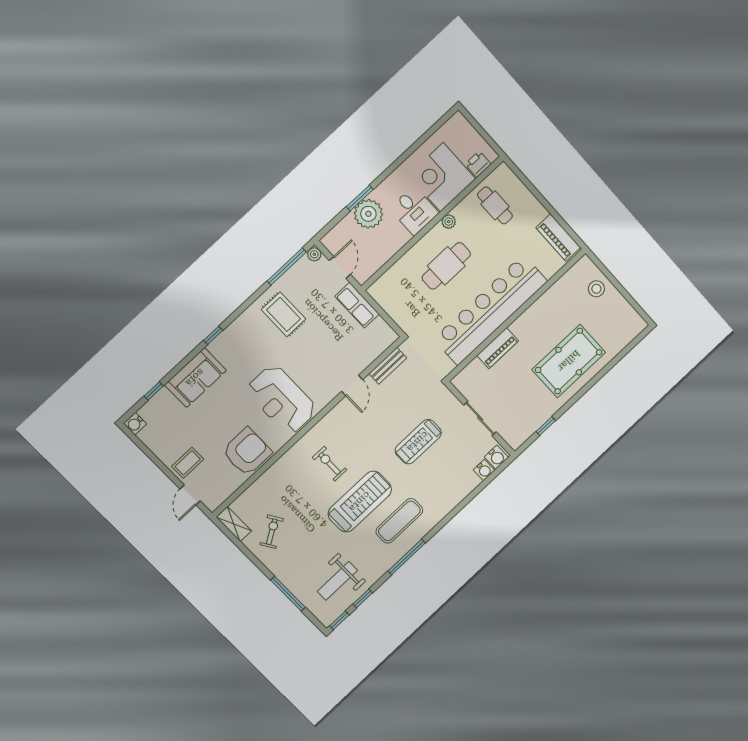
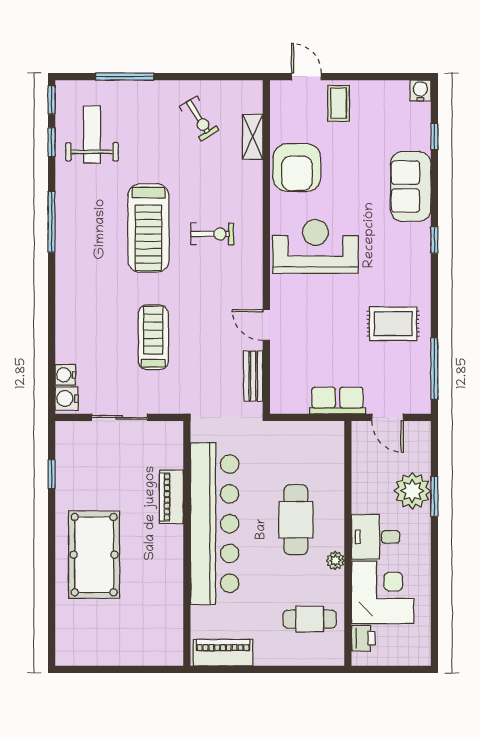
plant: (314, 254) -> (422, 405), removed
stool: (596, 289) -> (139, 646), removed
exercise mat: (399, 521) -> (94, 248), removed
shelving: (234, 524) -> (253, 137), moved, turned 90

